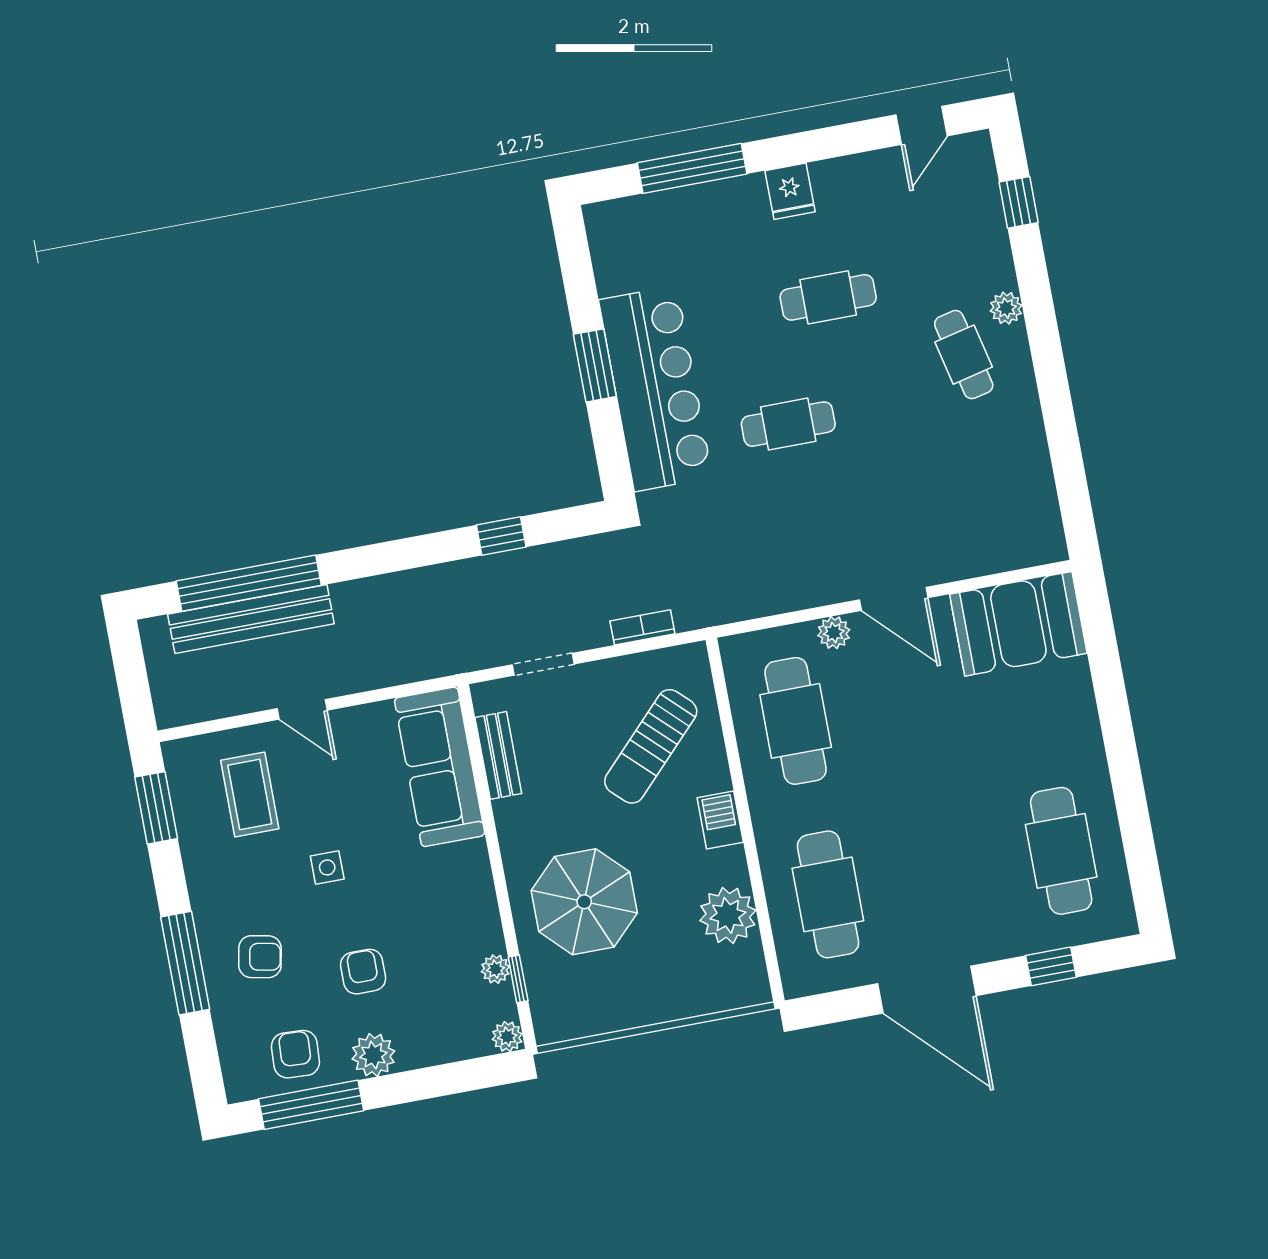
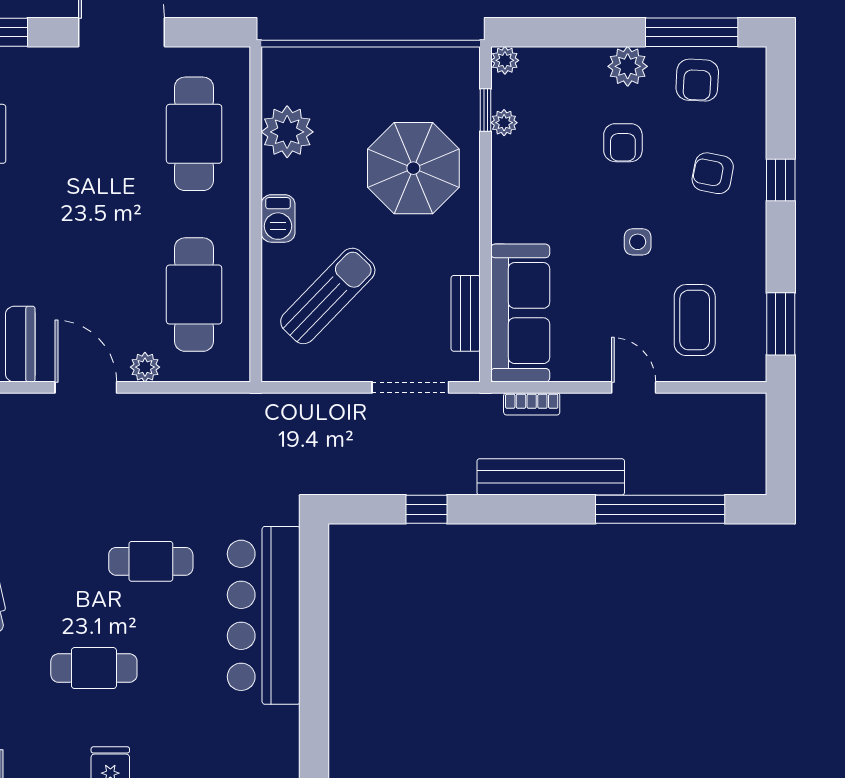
window: (595, 365) -> (314, 646), removed
bench: (251, 619) -> (551, 477), moved
bookcase: (642, 627) -> (532, 404), moved
doorway: (543, 664) -> (410, 387), width x1.38
window: (185, 963) -> (781, 180), width x0.46

